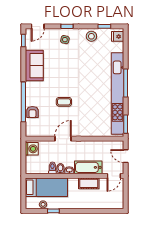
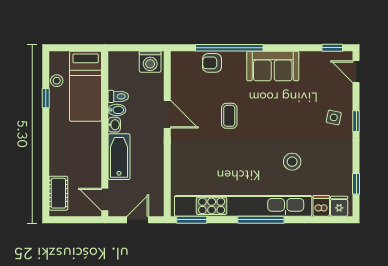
stool: (91, 36) -> (292, 162), moved
dishwasher: (117, 47) -> (321, 206), added
sofa: (34, 66) -> (273, 66), moved
cot: (89, 183) -> (58, 193), moved

